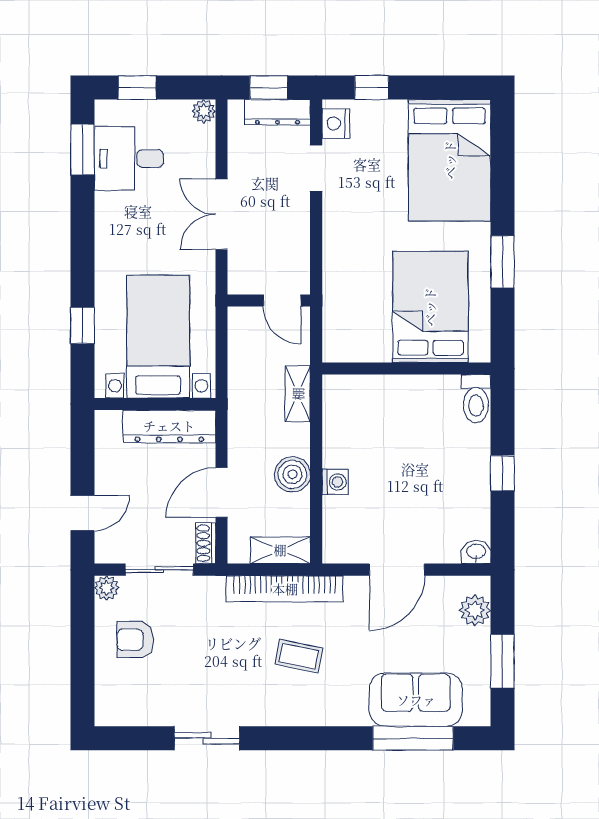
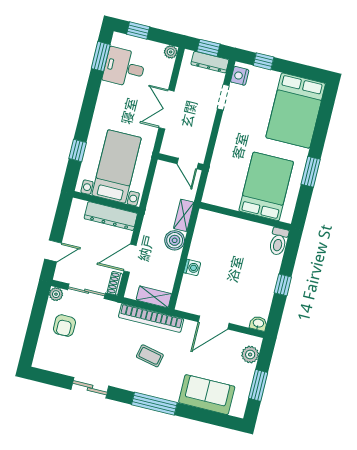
boiler: (292, 474) -> (175, 240), moved
armchair: (135, 640) -> (64, 326), turned -90
window: (413, 738) -> (154, 404), moved

